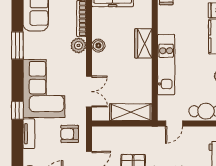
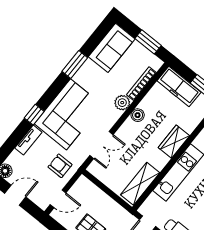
shelving: (131, 112) -> (140, 184), moved, turned 90

